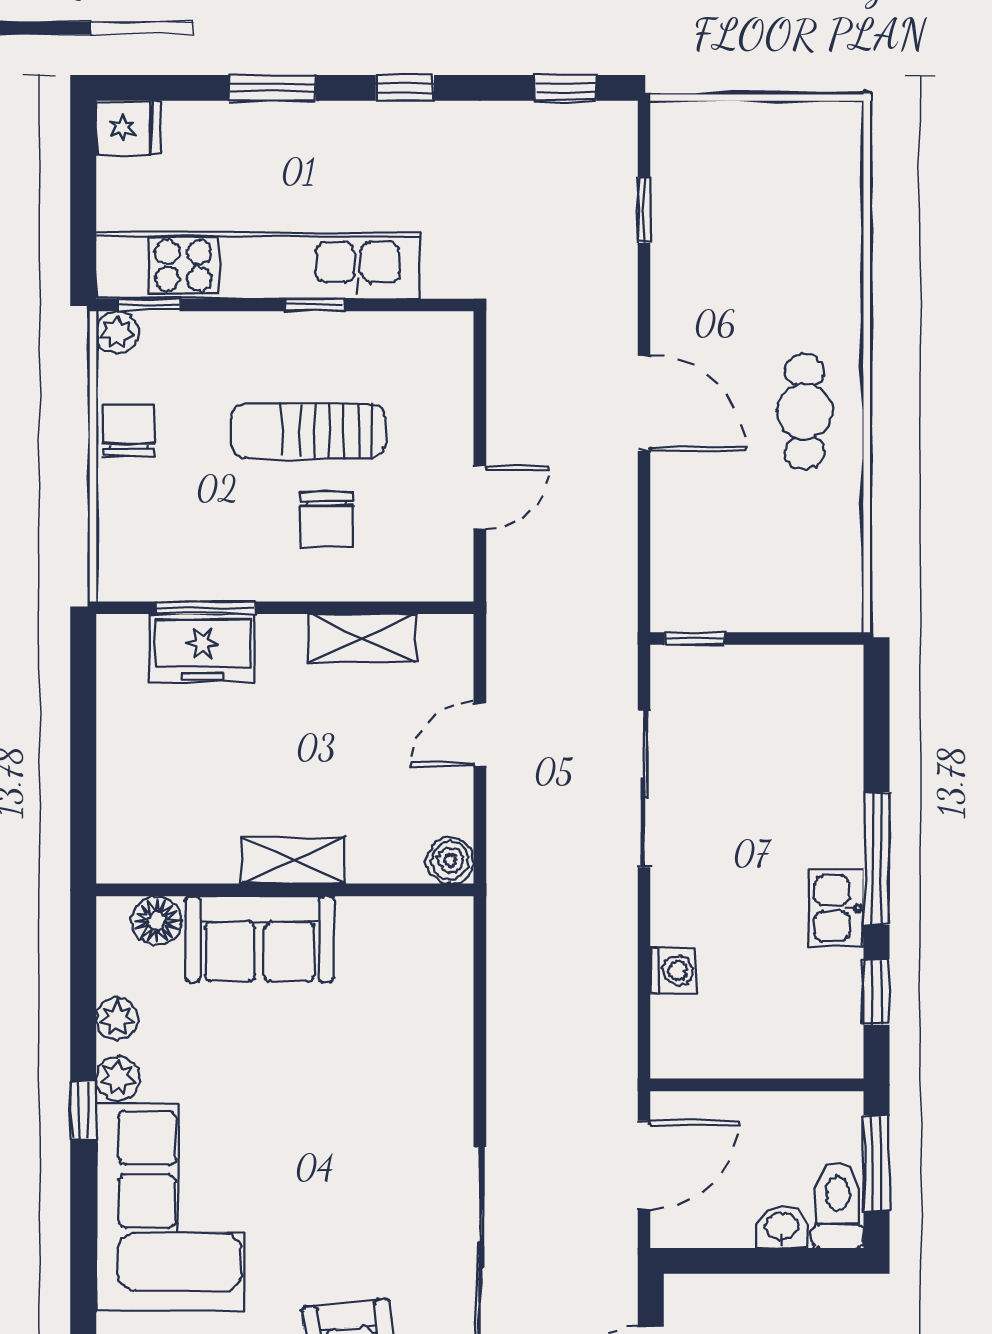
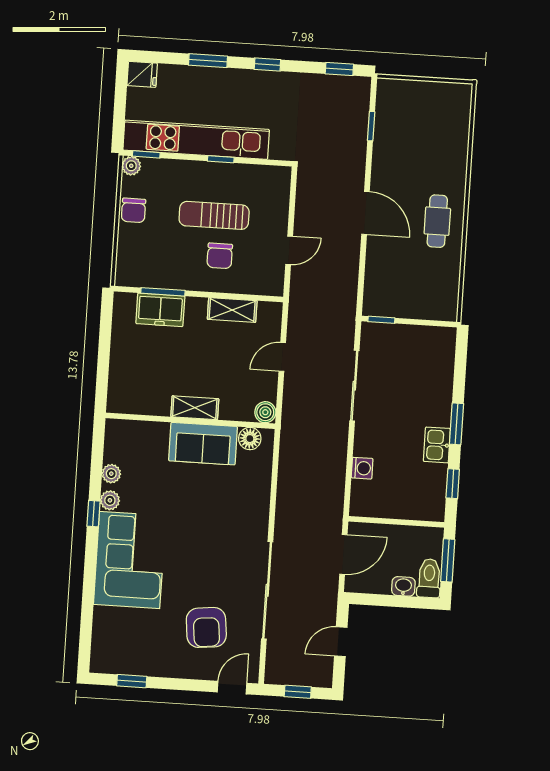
chair: (129, 431) -> (134, 210), turned 180
window: (876, 859) -> (457, 424), width x0.69
floor lamp: (156, 921) -> (250, 439), moved
sofa: (260, 939) -> (203, 444), moved

